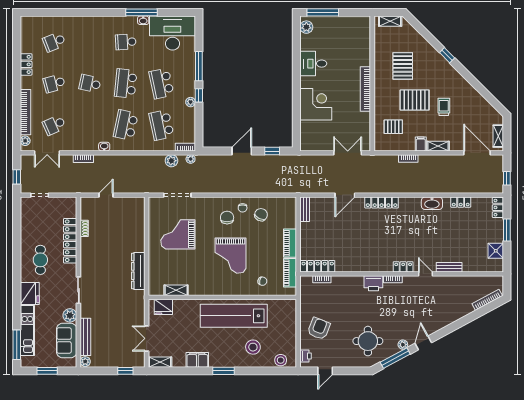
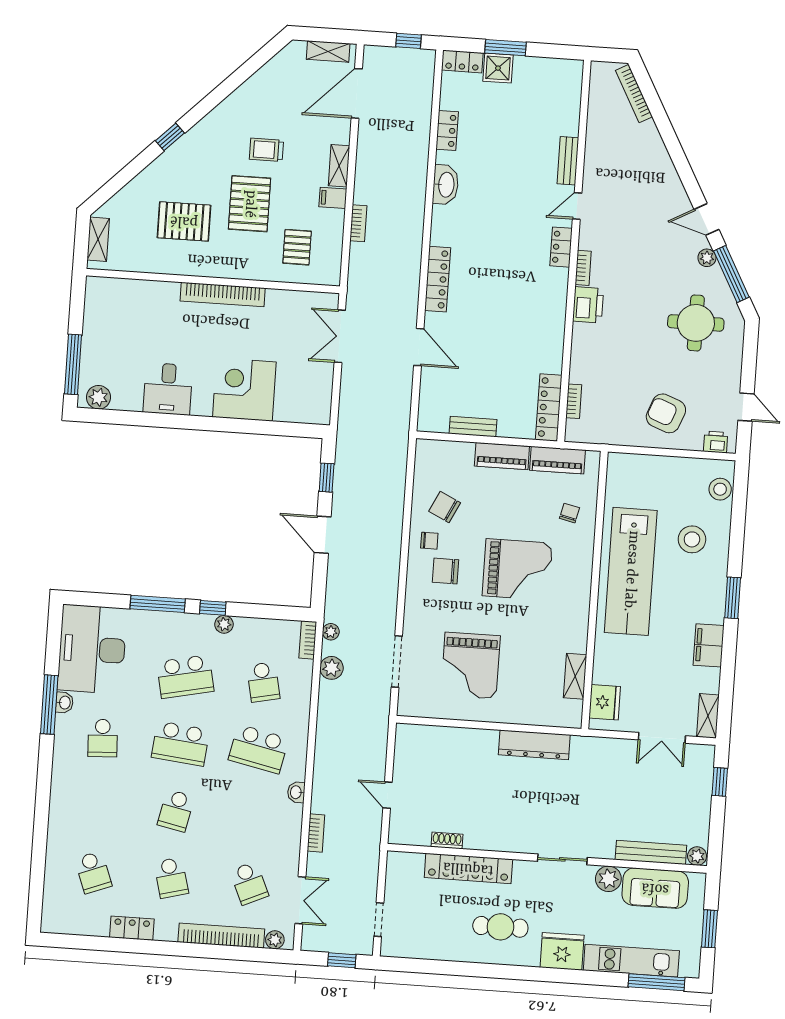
school desk: (161, 125) -> (263, 682), width x0.54
bench: (305, 209) -> (473, 427), moved
shower: (496, 251) -> (498, 68), moved

